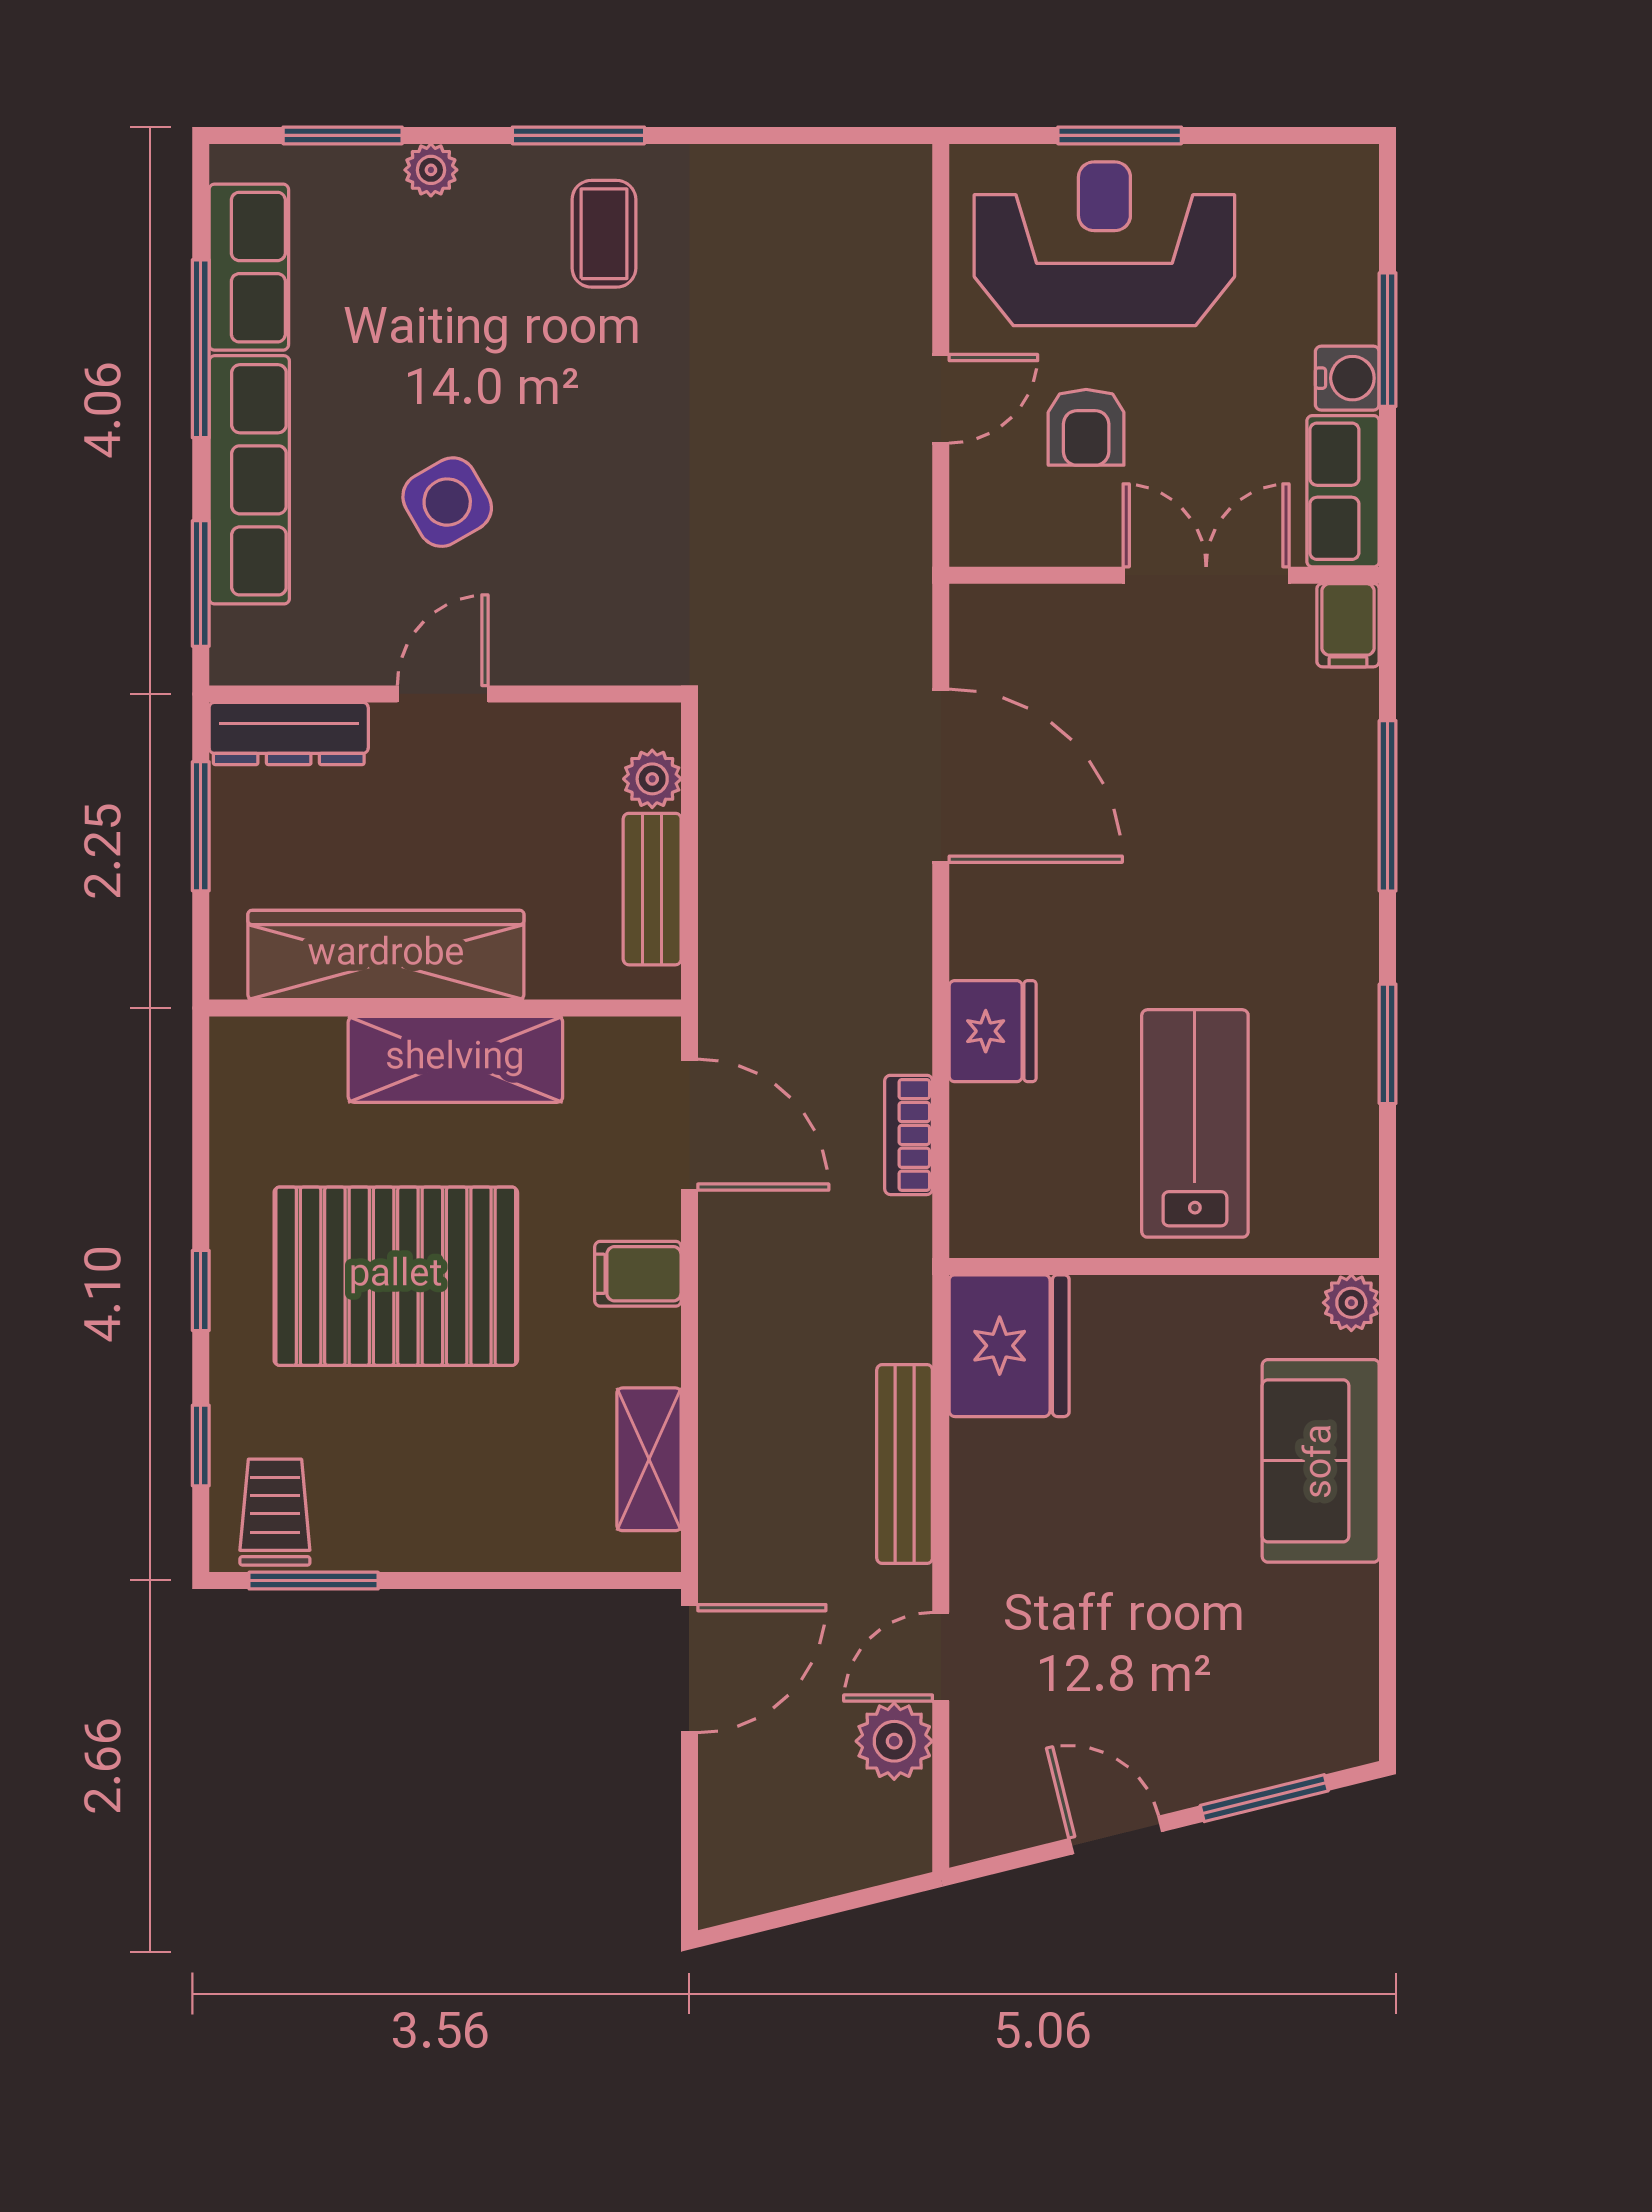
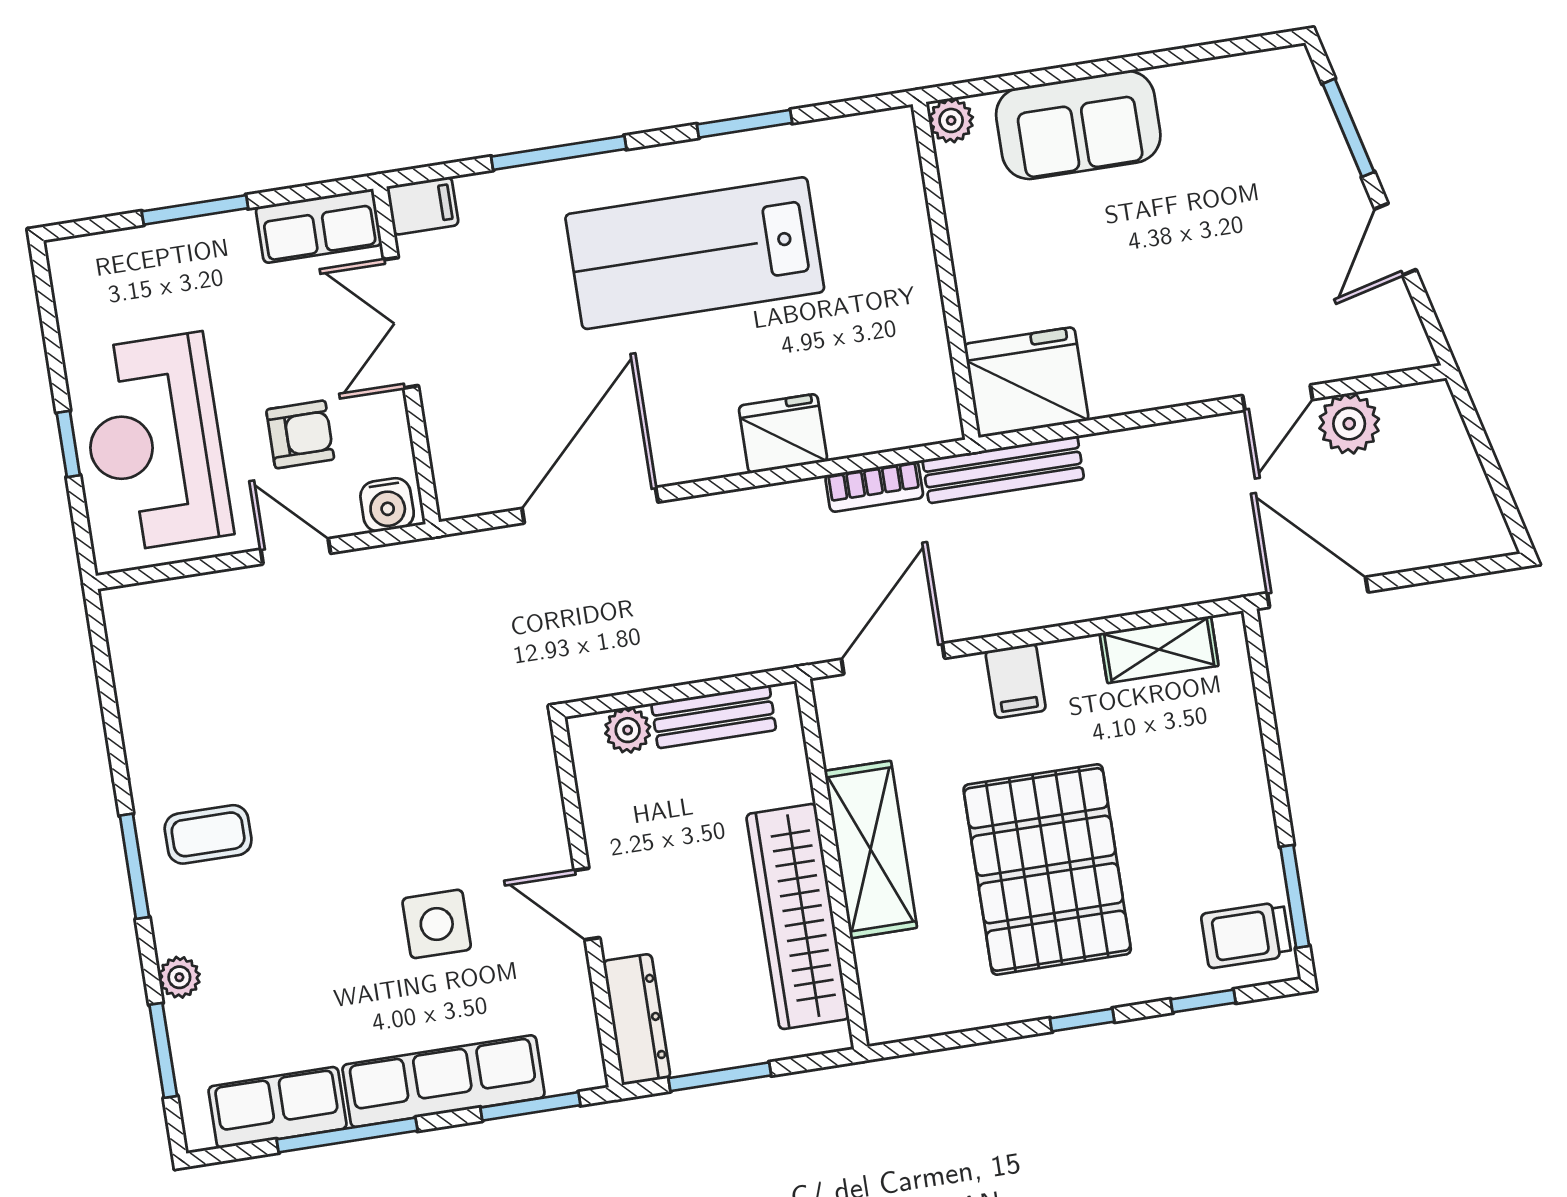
window: (1120, 135) -> (68, 444), width x0.67
water cooler: (1347, 378) -> (387, 505), moved, turned 180
side table: (447, 502) -> (437, 924), turned 30
lab bench: (1195, 1123) -> (695, 253), moved, width x1.36, depth x1.39
bench: (905, 1464) -> (1003, 470), moved
door: (941, 1657) -> (1278, 398), hinge flipped

